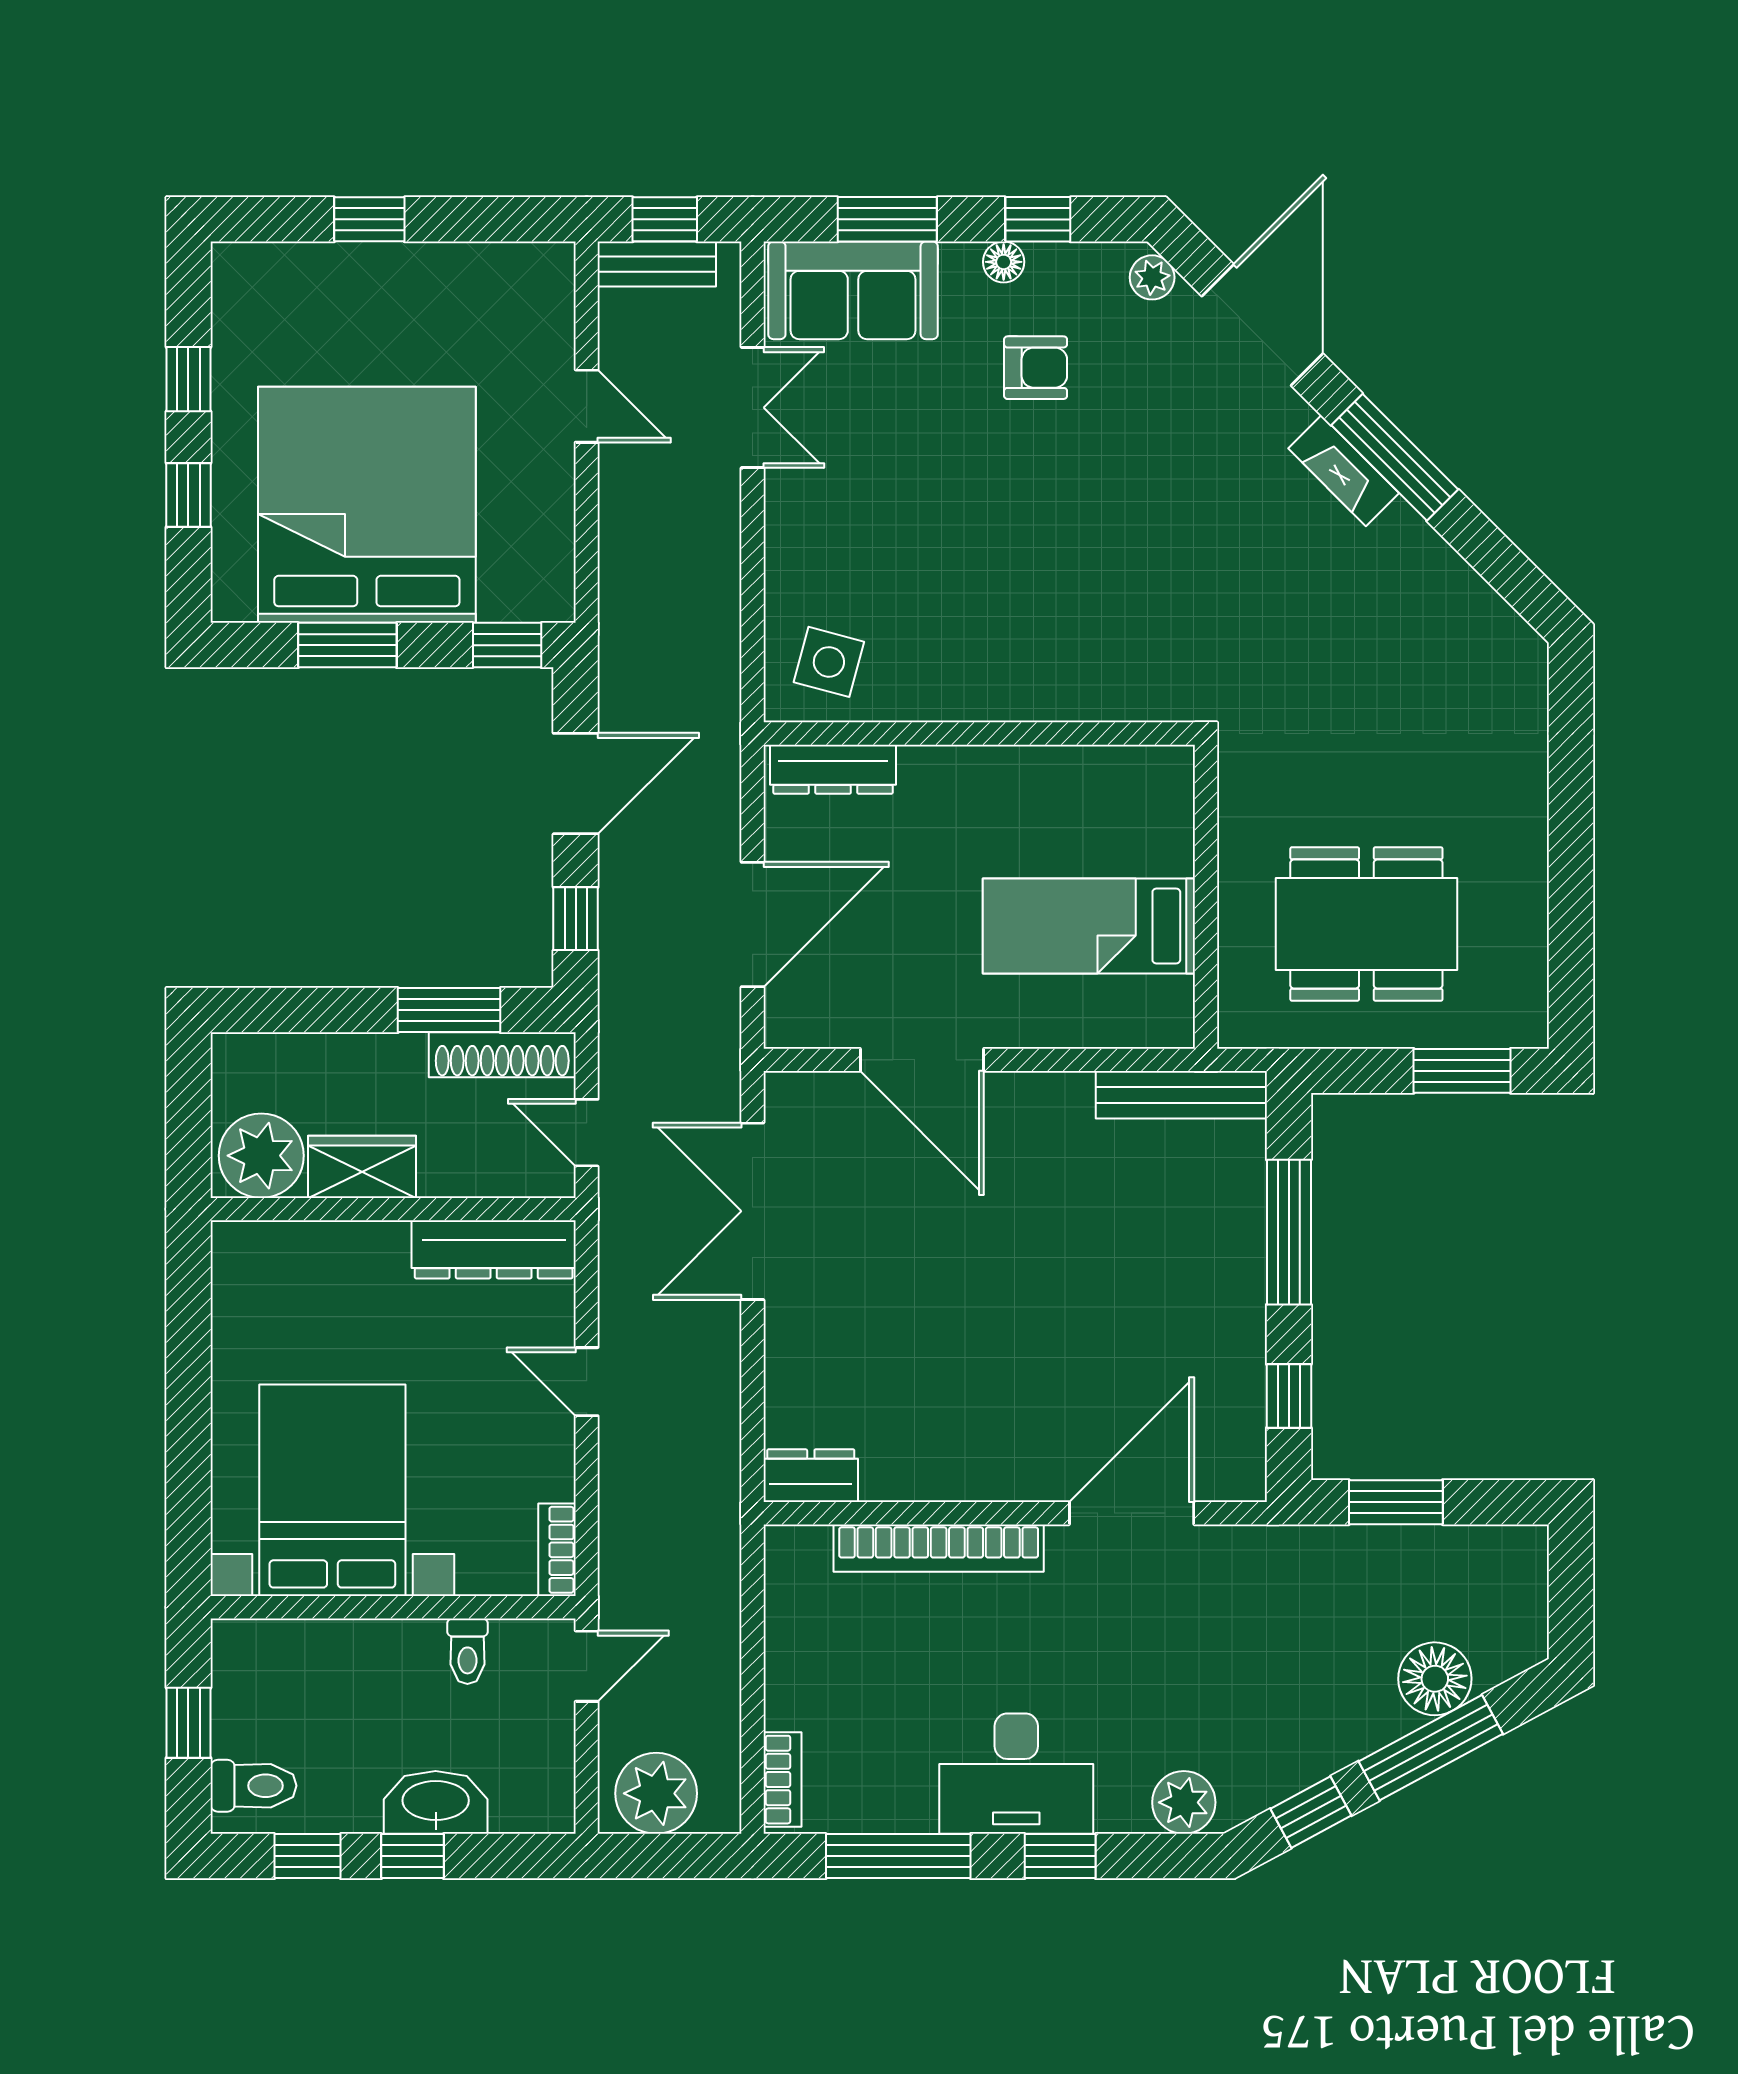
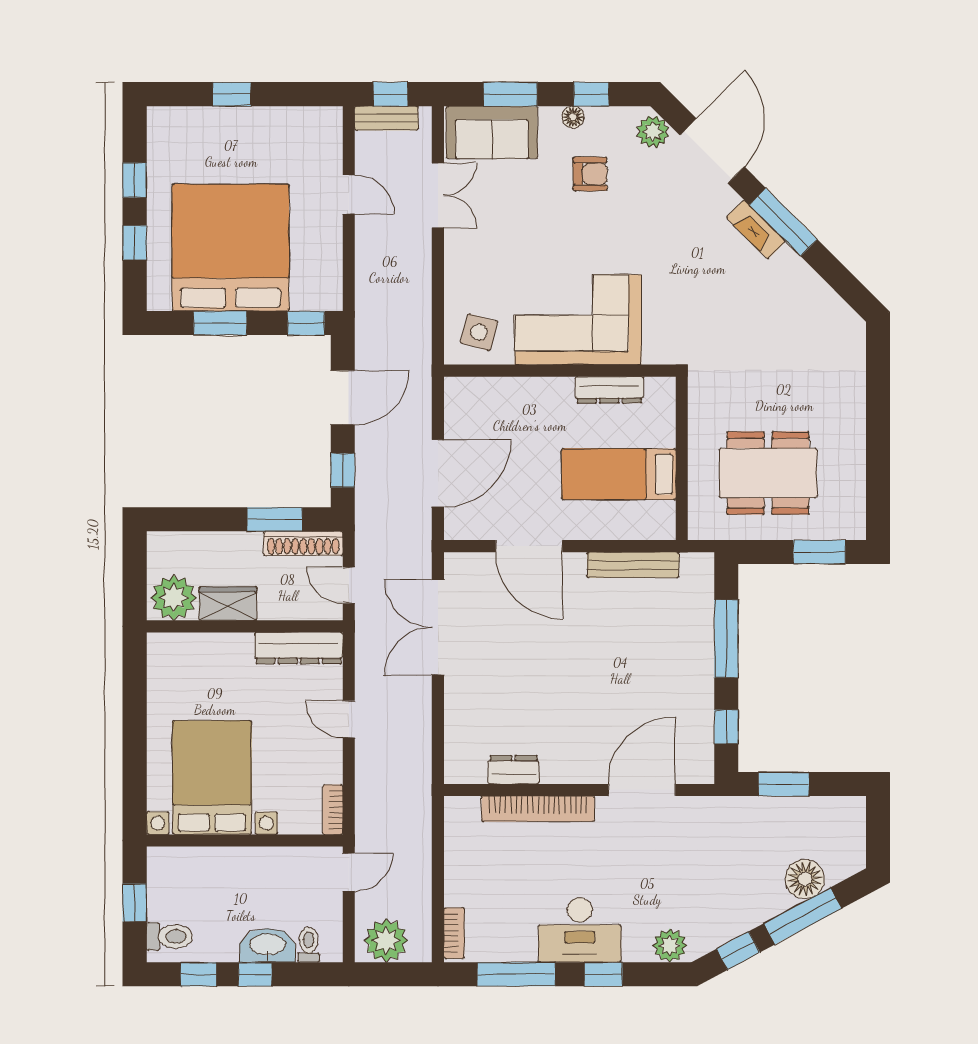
plant: (1152, 277) -> (653, 132), width x1.38, depth x1.38
corner sofa: (1013, 639) -> (578, 320), added
dresser: (833, 769) -> (609, 390), moved
bench: (1181, 1095) -> (633, 565), moved
dresser: (811, 1476) -> (514, 770), moved
toilet: (467, 1651) -> (309, 945), moved, turned 180

